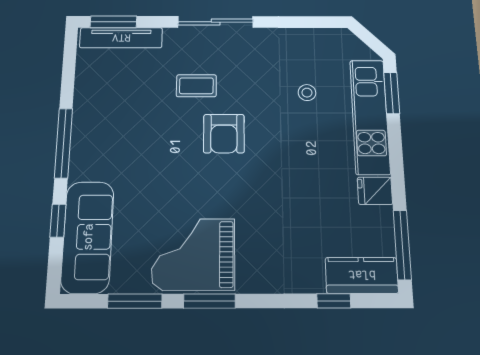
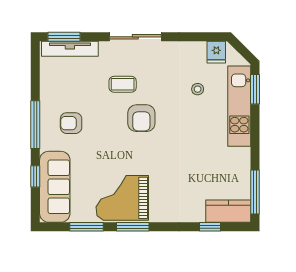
armchair: (118, 141) -> (71, 123), added
fridge: (375, 191) -> (216, 52), moved, turned -90

